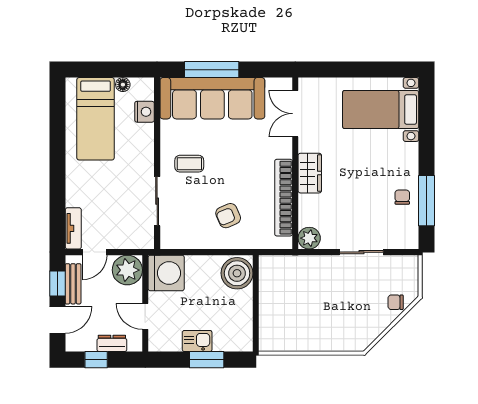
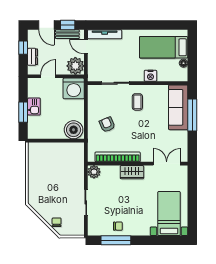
sofa: (212, 98) -> (178, 107), width x0.74, depth x0.79
nightstand: (144, 112) -> (150, 76), moved
tv unit: (73, 228) -> (105, 34), width x1.41

